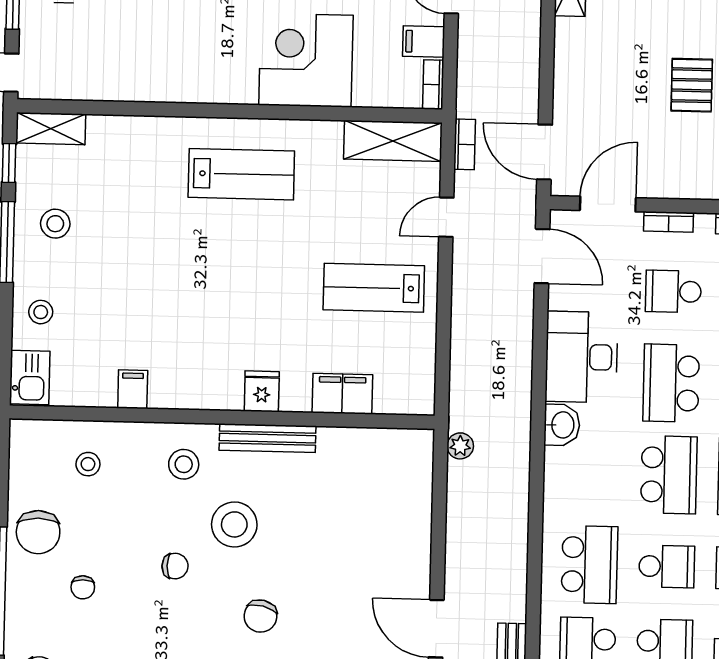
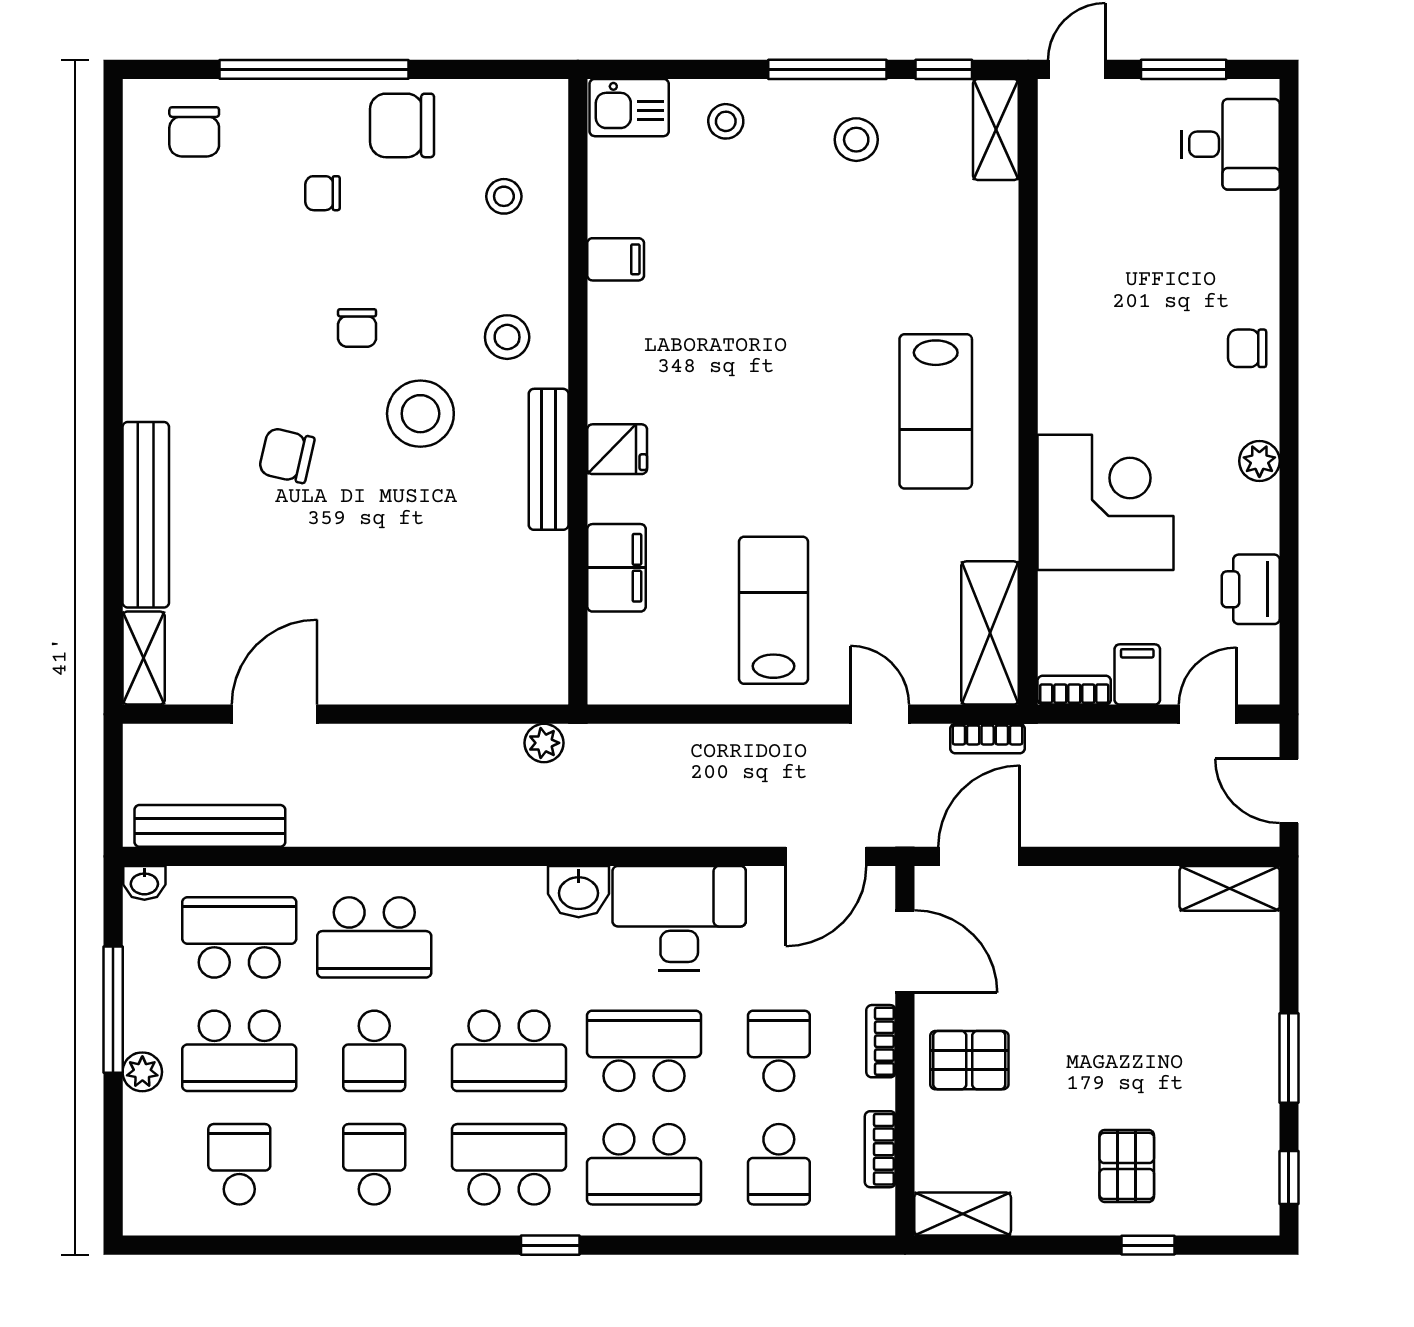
pallet: (692, 85) -> (969, 1060), moved

